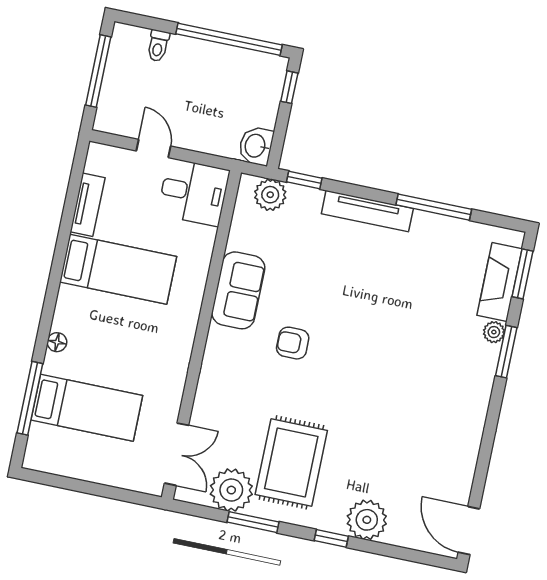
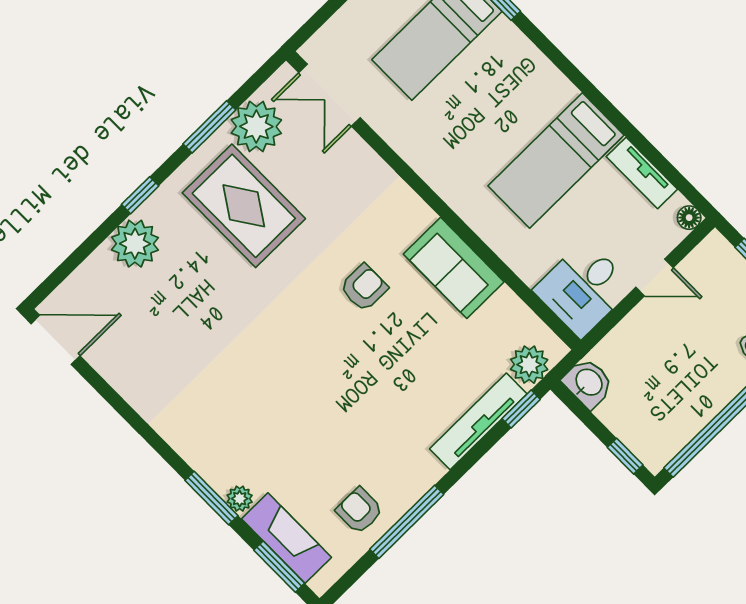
tv unit: (367, 211) -> (478, 421), moved
armchair: (448, 245) -> (359, 511), added
floor lamp: (57, 342) -> (689, 218), moved

